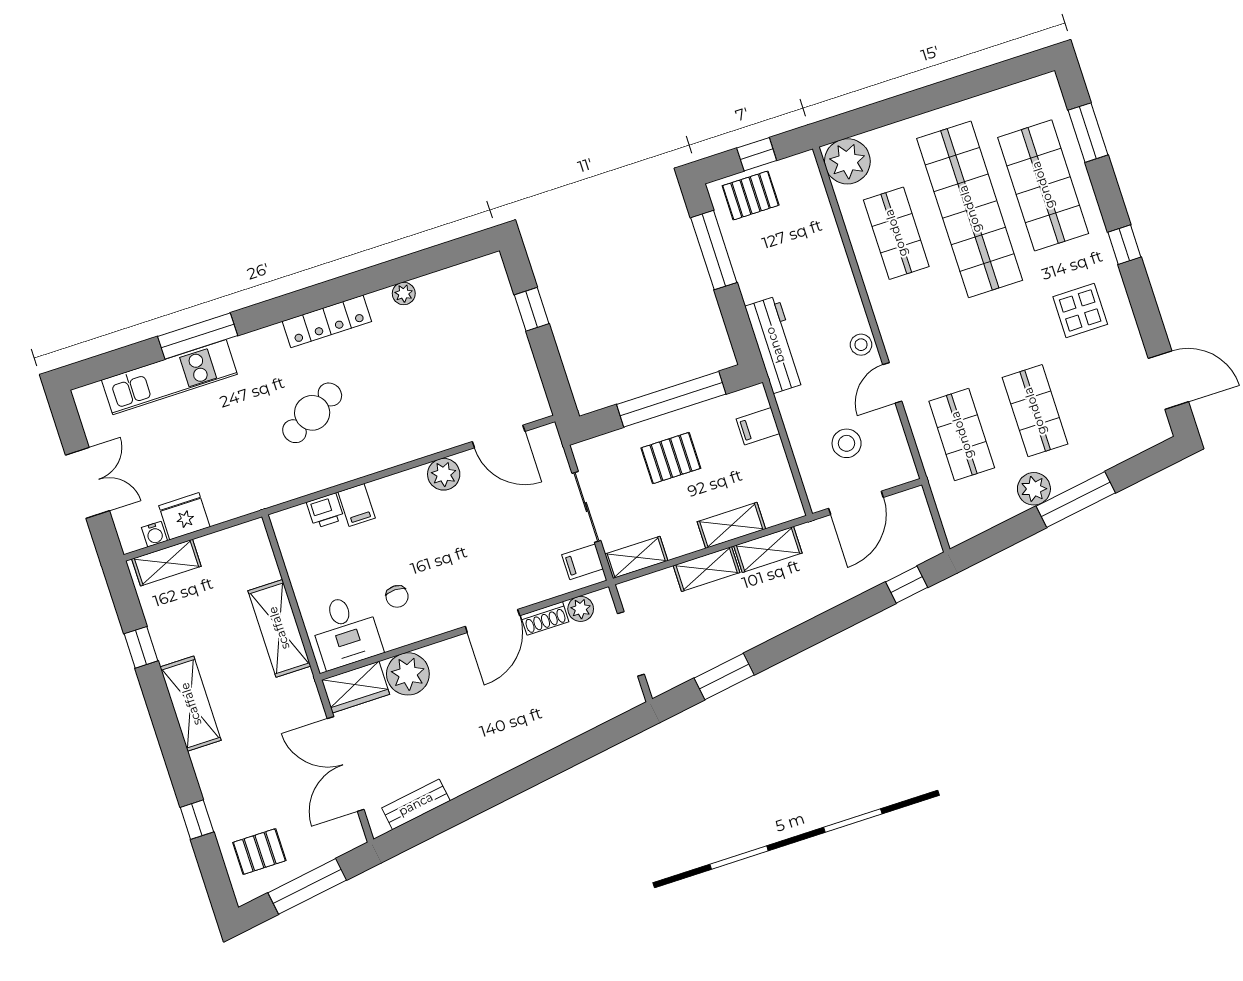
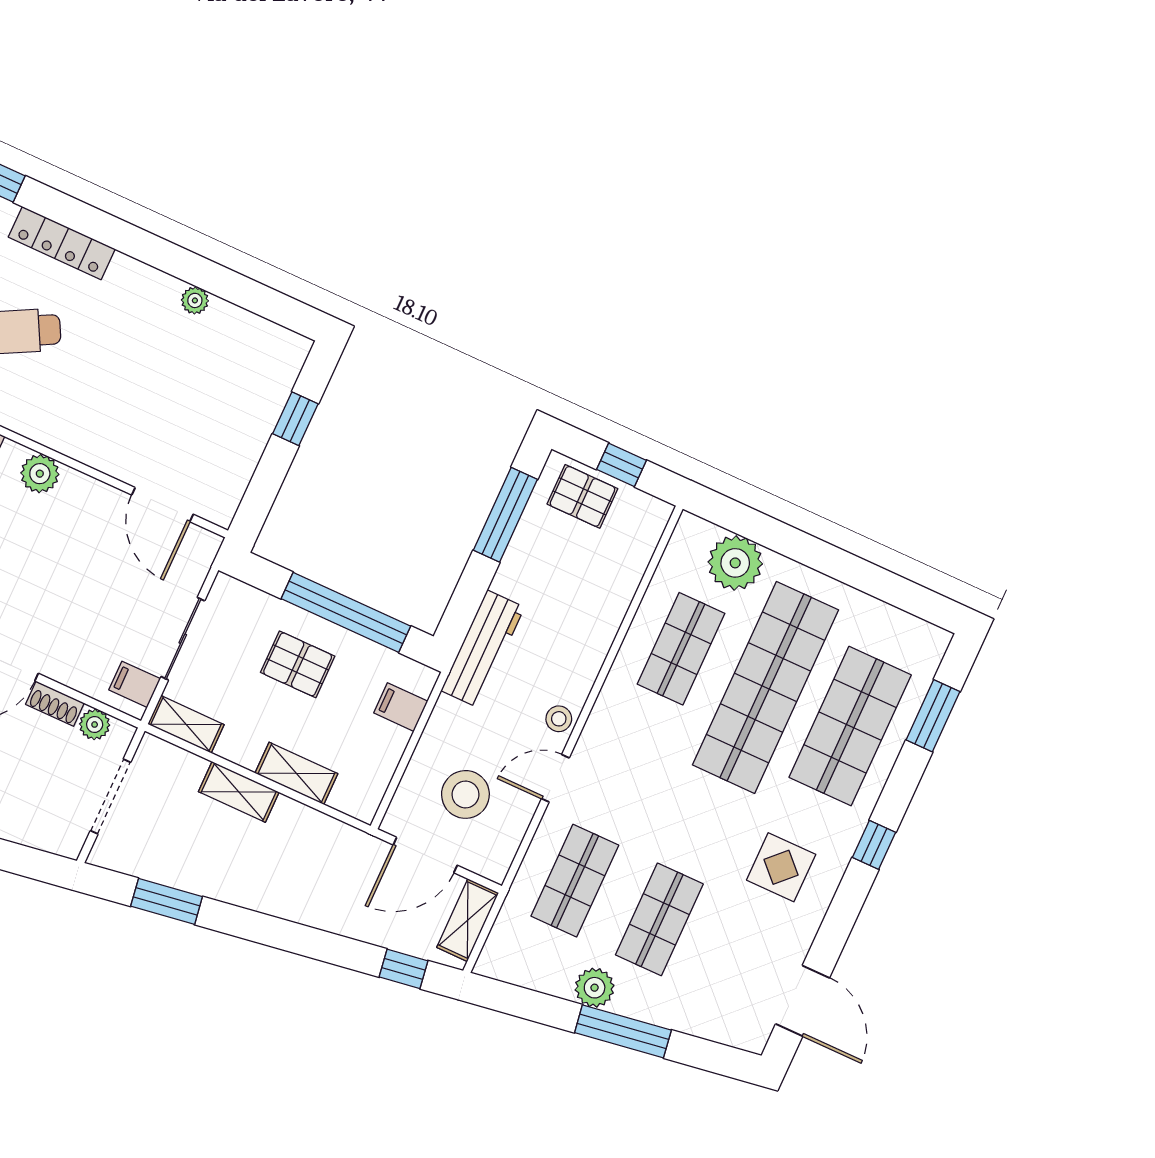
plant: (847, 161) -> (735, 563), moved
locker: (327, 321) -> (62, 243), moved
stool: (847, 443) -> (465, 794), width x1.38, depth x1.38
plant: (444, 474) -> (40, 474), moved
shelving: (768, 549) -> (468, 920), moved, turned 90

